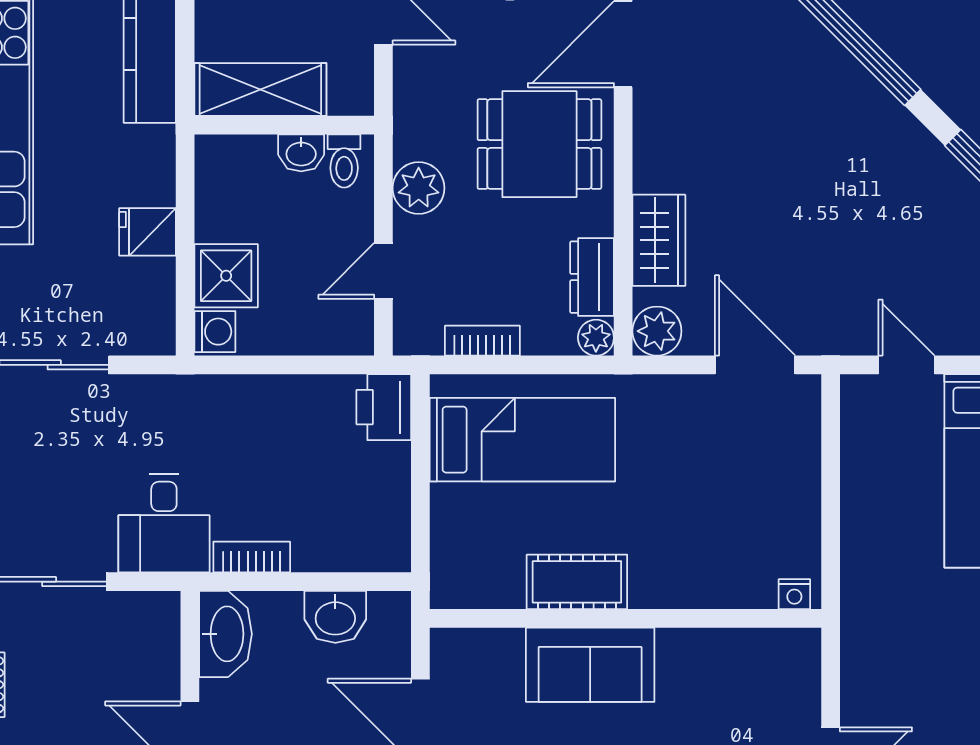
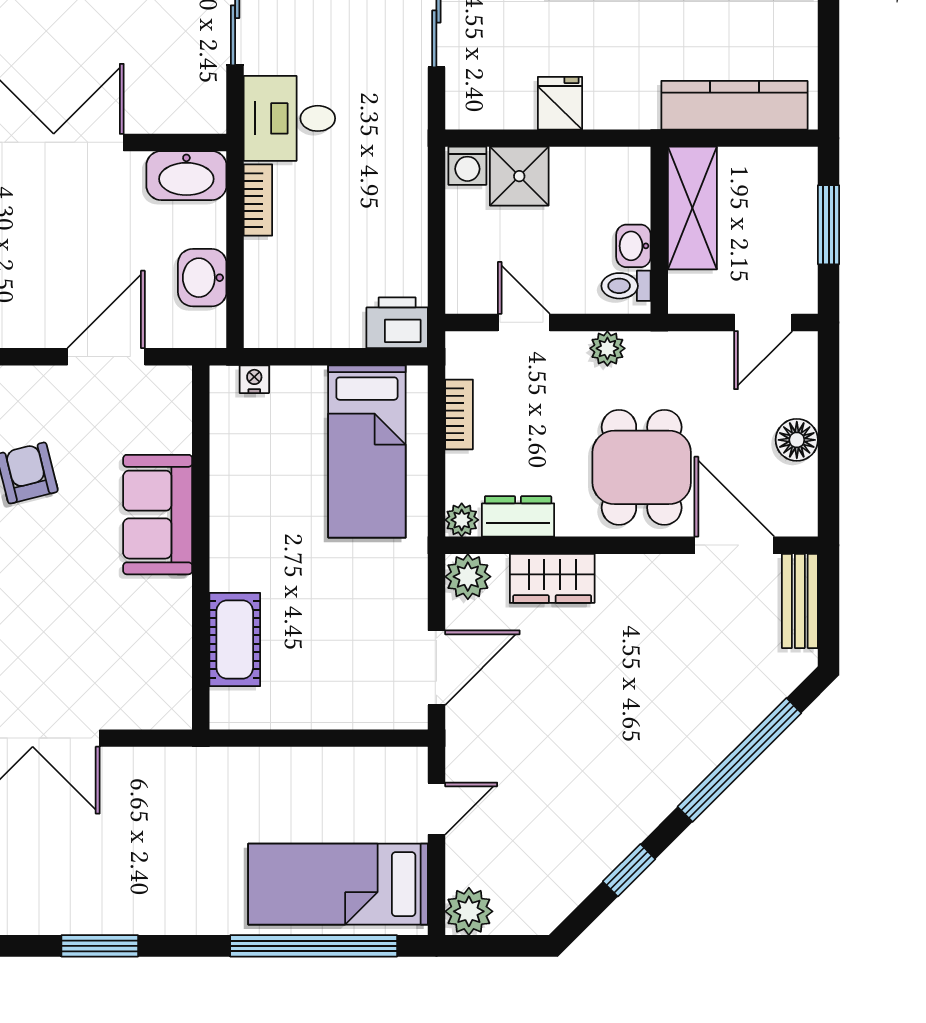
plant: (419, 188) -> (607, 348), width x0.73, depth x0.73
cot: (577, 582) -> (235, 639), moved
nightstand: (794, 594) -> (254, 379), moved, turned 90

